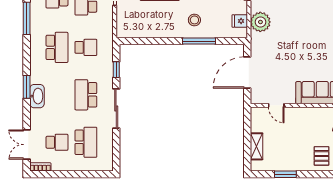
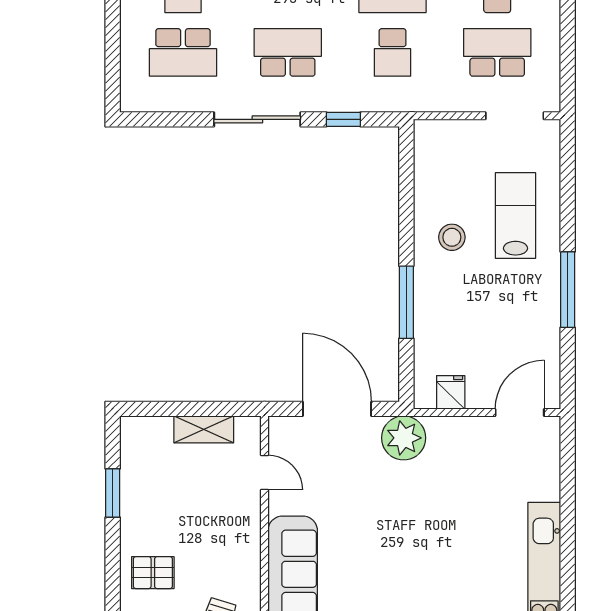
stool: (194, 20) -> (452, 237), moved
plant: (260, 22) -> (404, 438), moved
door: (276, 105) -> (265, 473), swing flipped
shelving: (257, 146) -> (204, 429), moved

